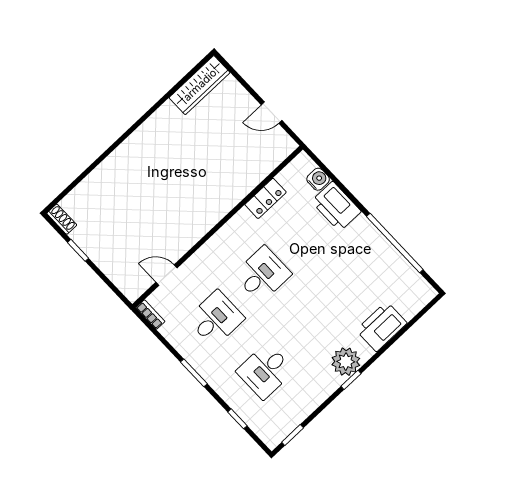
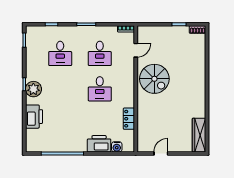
spiral stairs: (181, 215) -> (154, 79), added
desk: (265, 371) -> (60, 53), turned 180

